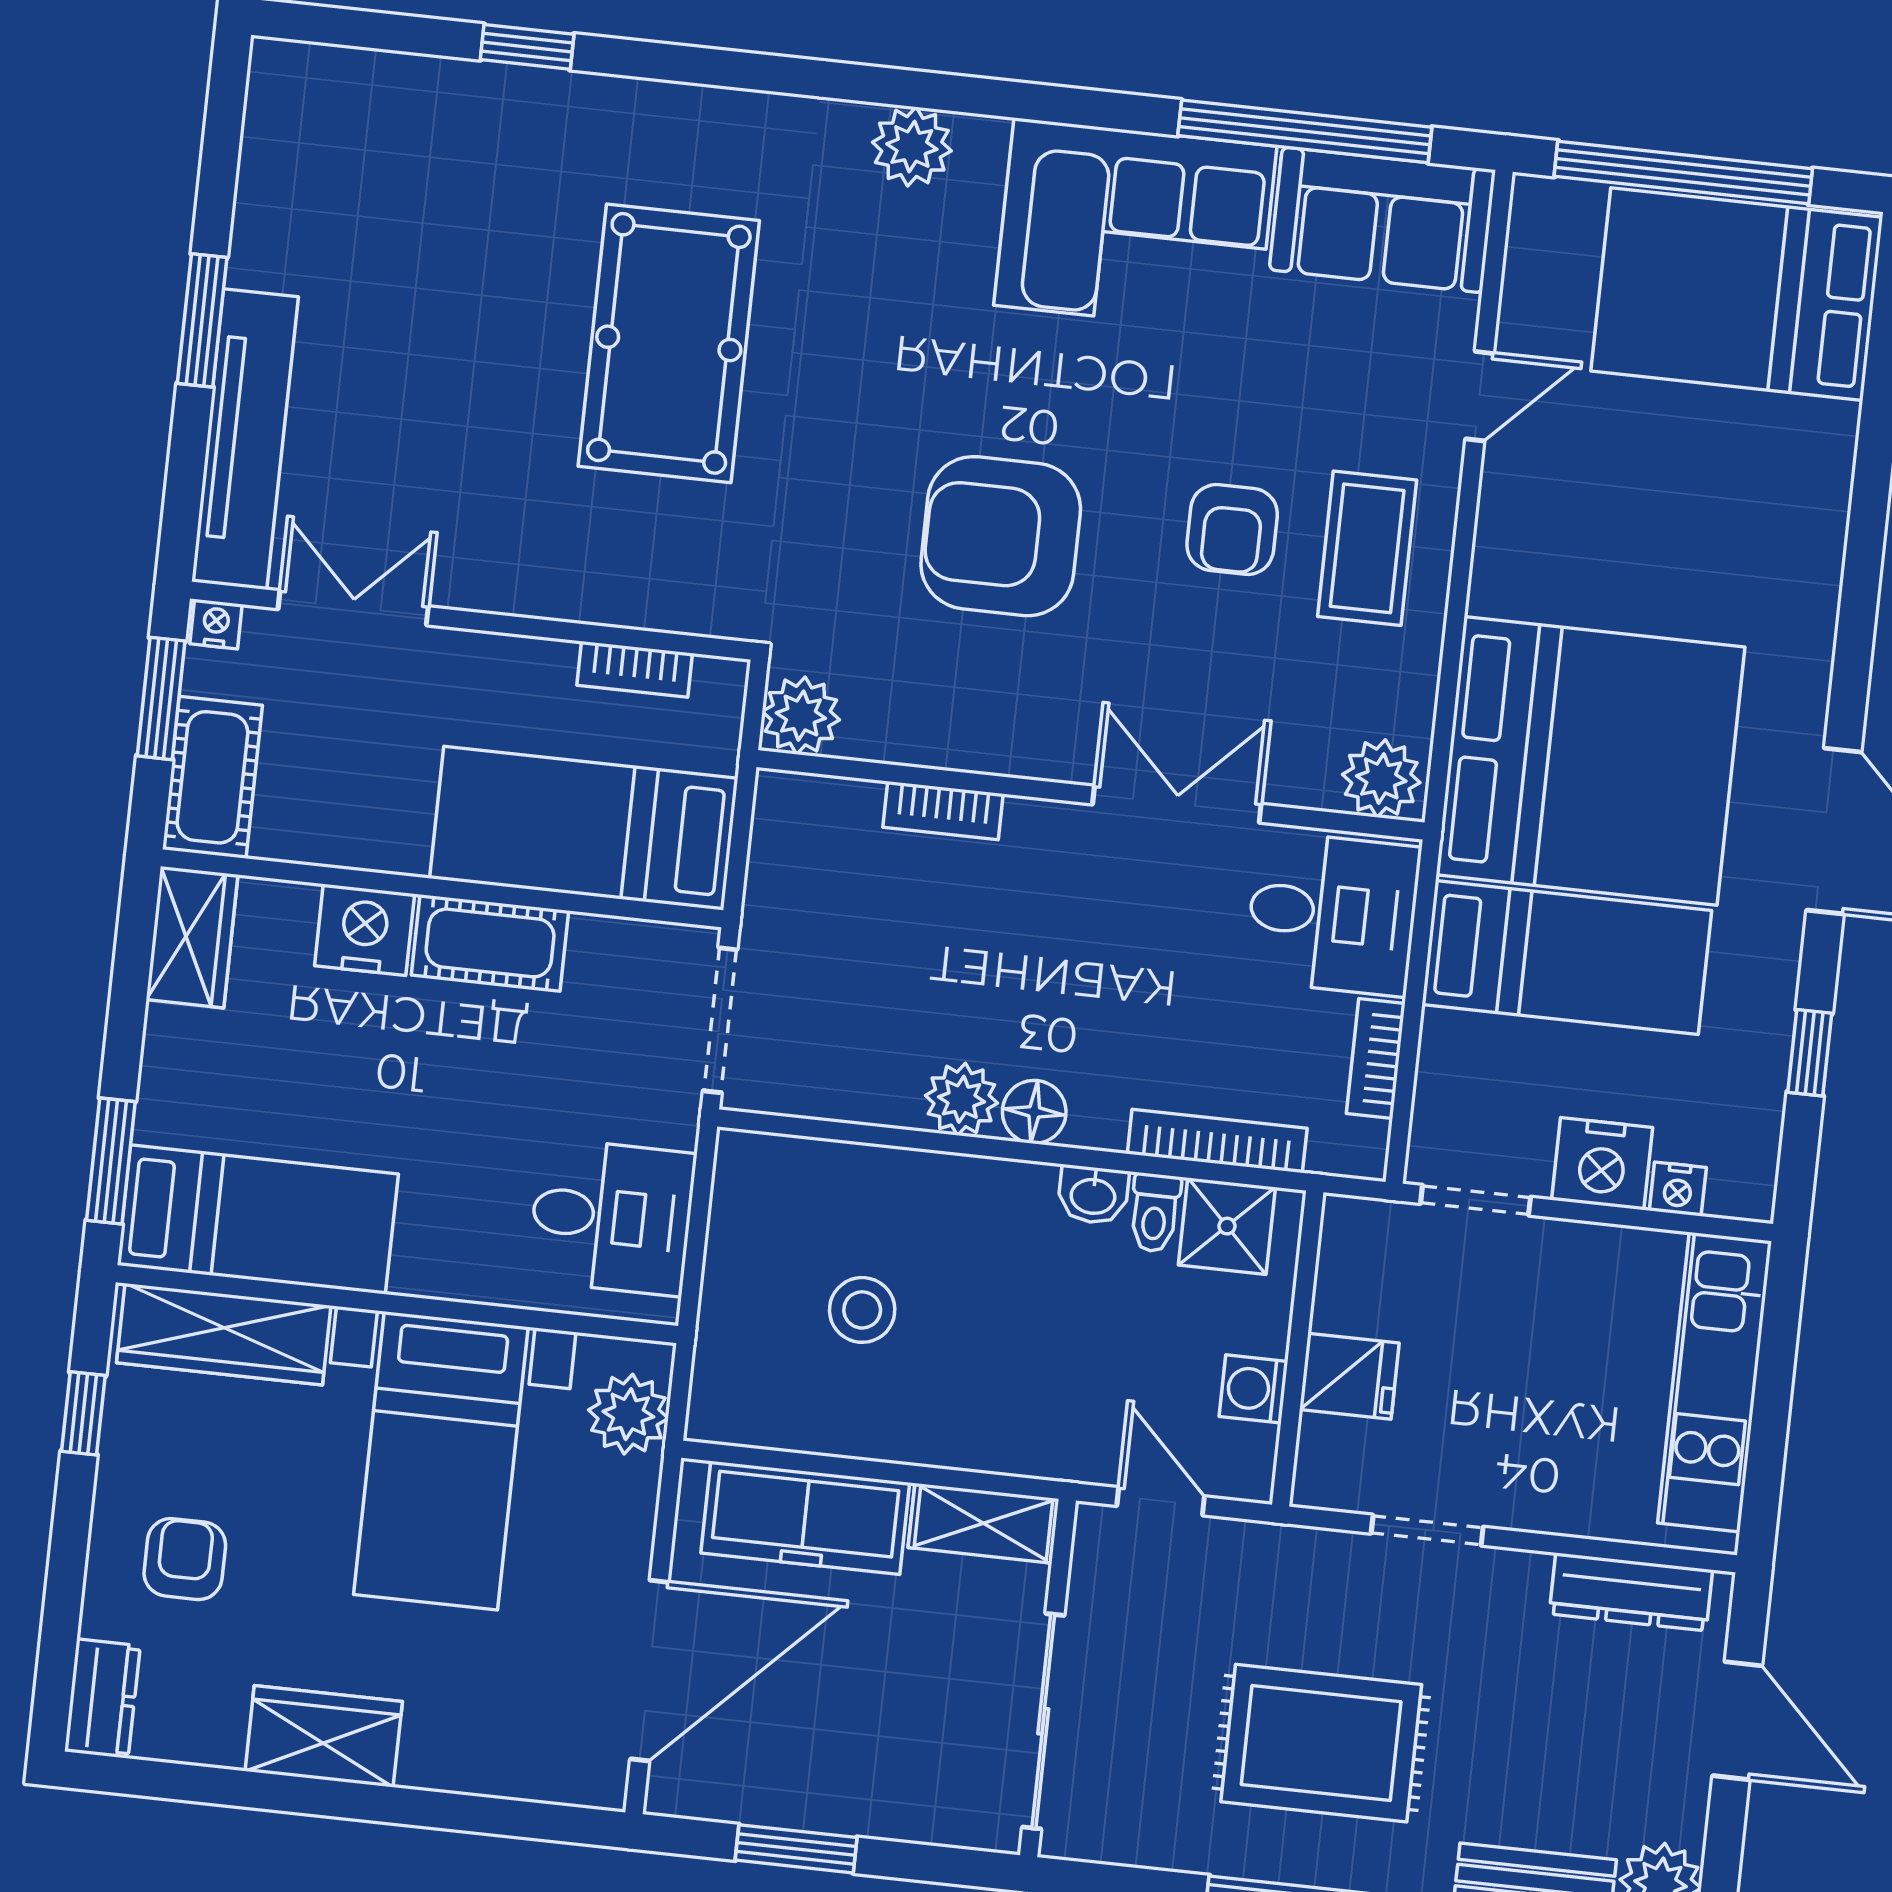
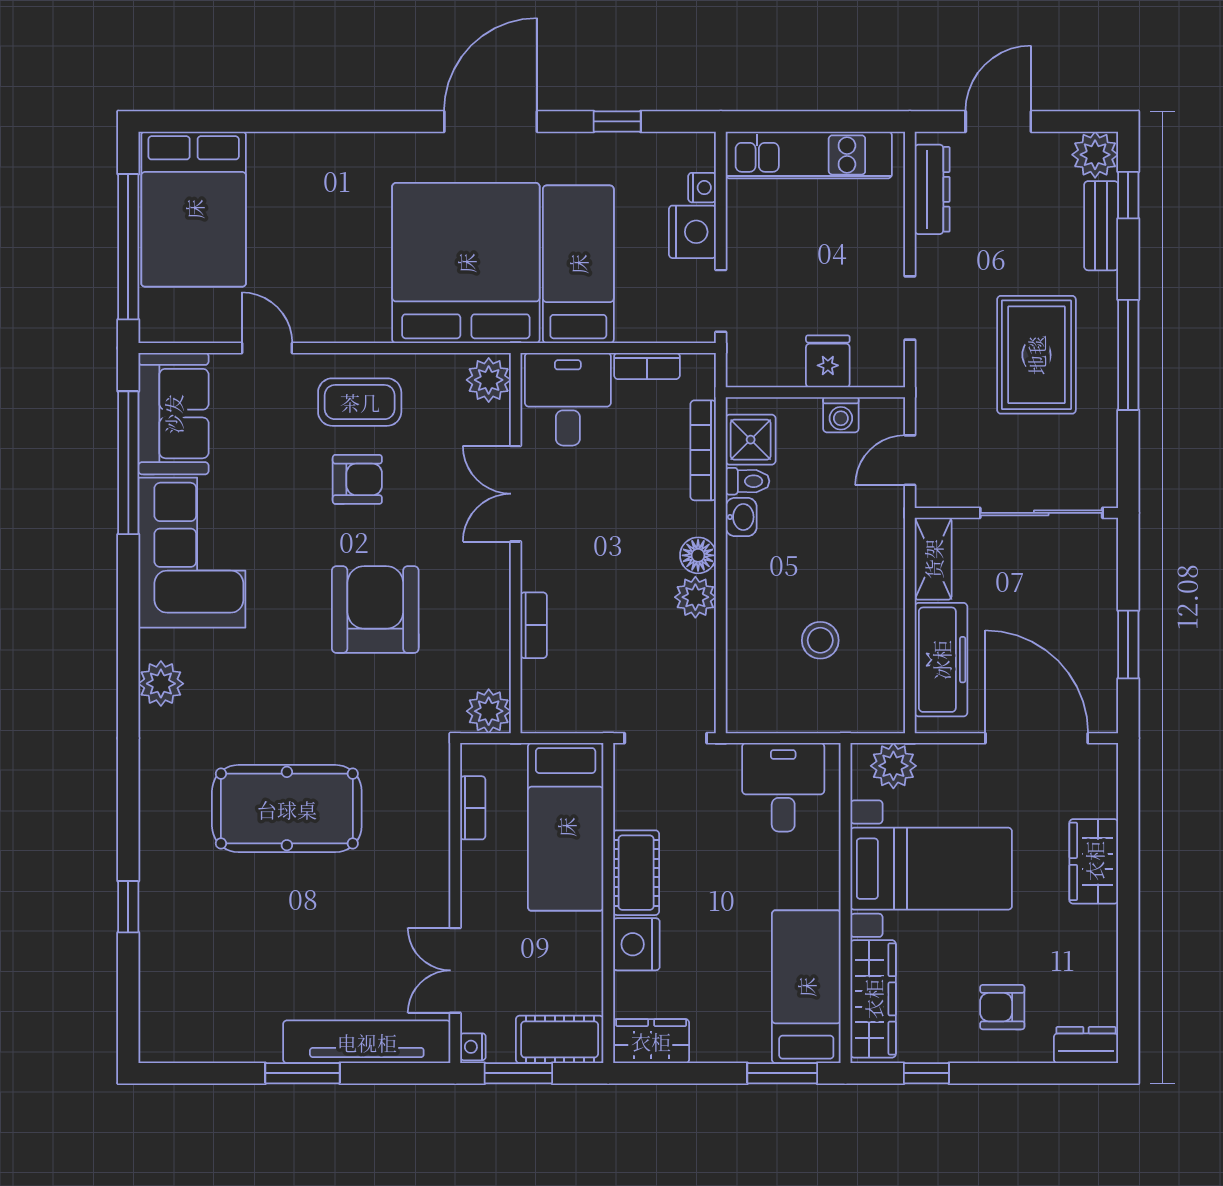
armchair: (1001, 536) -> (375, 610), turned 180
wardrobe: (324, 1736) -> (1094, 861), moved

